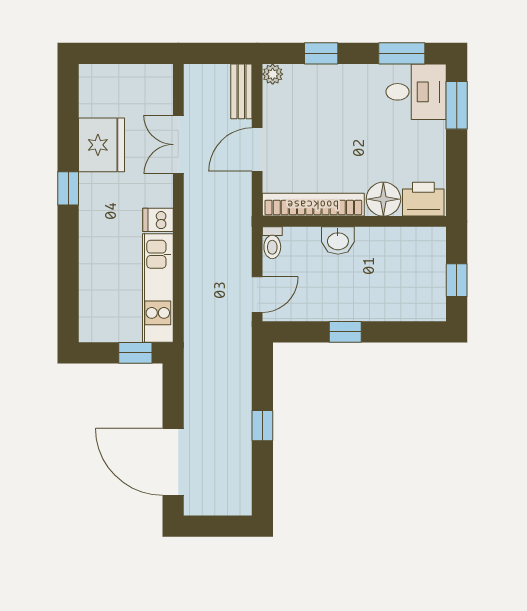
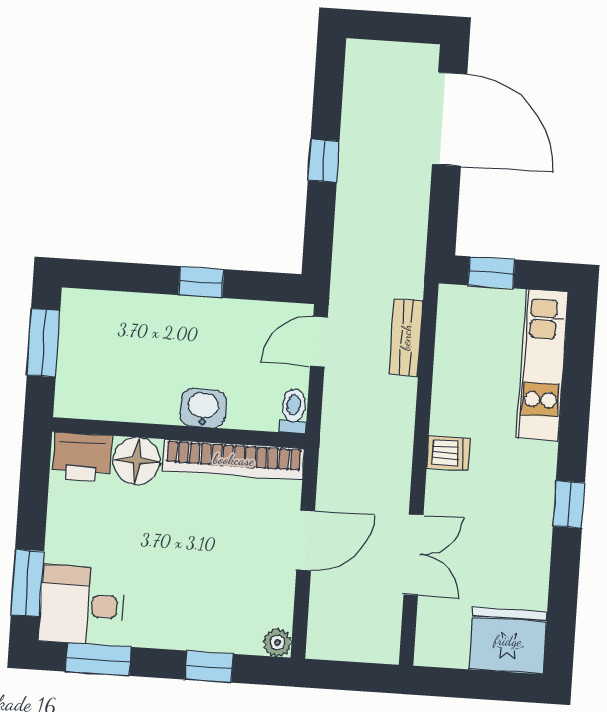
bench: (241, 91) -> (406, 337), moved
fridge: (101, 145) -> (508, 641), moved, turned 90
window: (457, 280) -> (43, 343), width x1.50
kitchen unit: (158, 288) -> (543, 365), moved, turned 180

